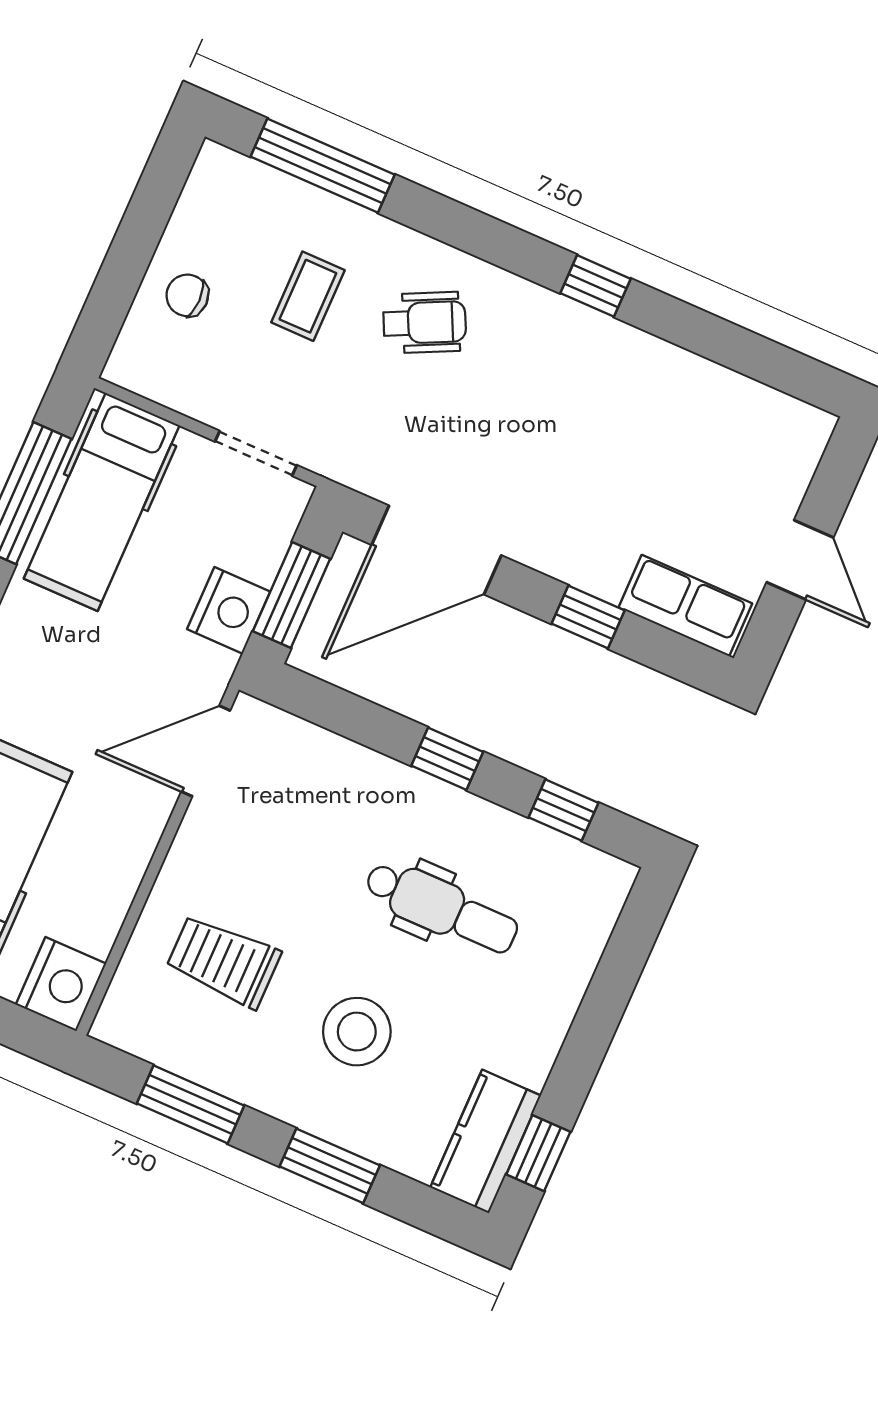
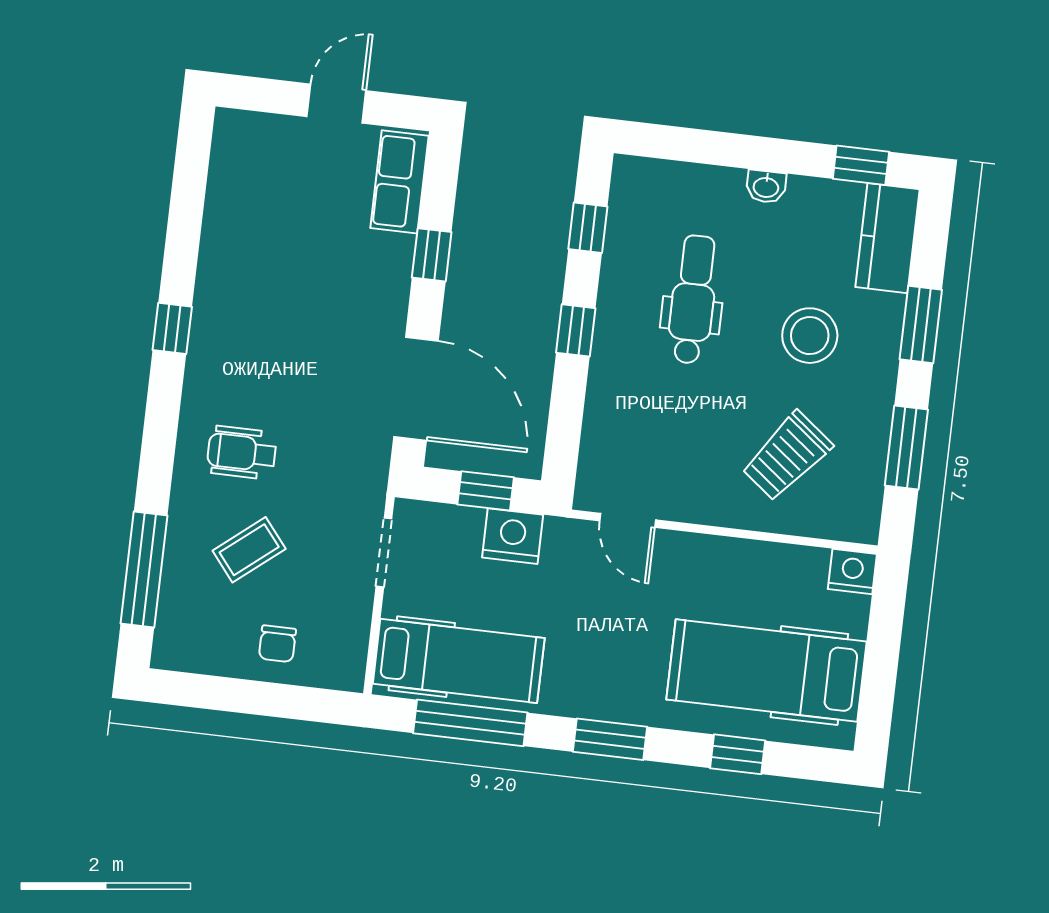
coffee table: (308, 296) -> (249, 550), turned -39
wheelchair: (425, 323) -> (242, 453), turned -64
window: (292, 595) -> (486, 491), width x0.67
door: (206, 751) -> (628, 520), width x0.73
trolley: (223, 961) -> (787, 456), turned 38
nightstand: (61, 984) -> (852, 572), width x0.74, depth x0.75
washbasin: (547, 1034) -> (766, 187), added
kitchen counter: (486, 1141) -> (887, 238), moved, turned 90

